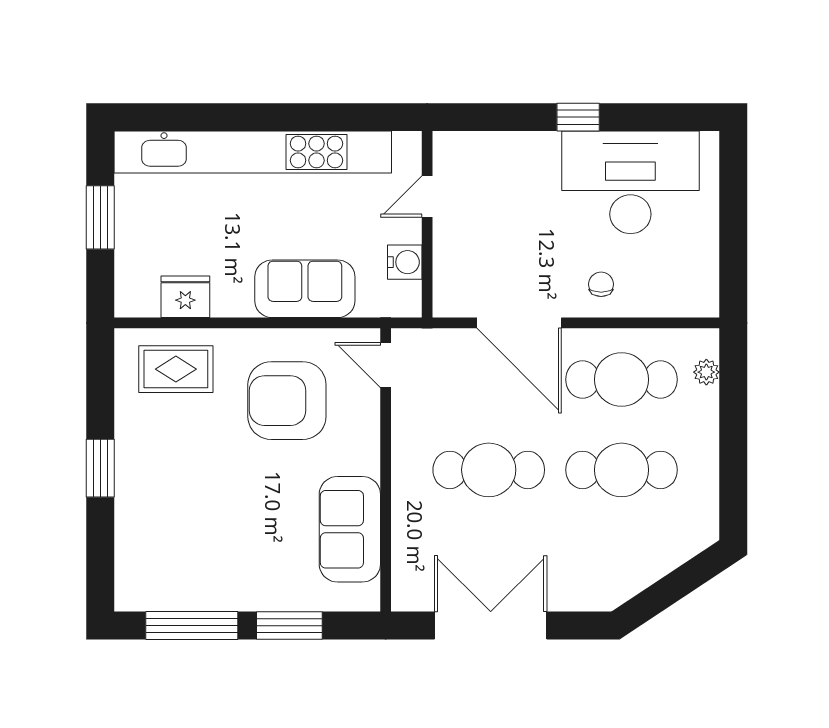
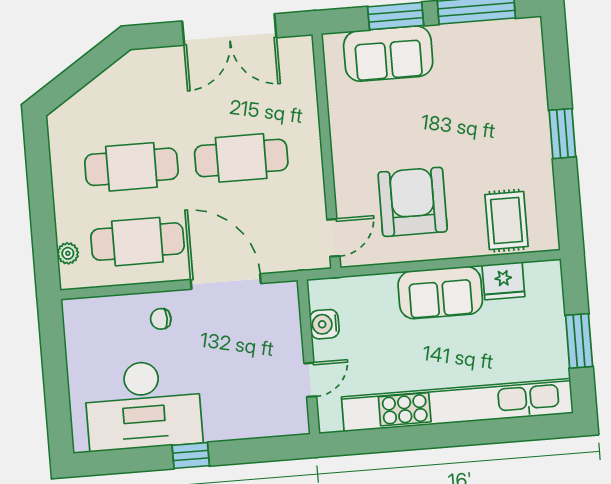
chair: (601, 284) -> (161, 319), turned 90
sofa: (305, 289) -> (440, 293), moved
door: (386, 365) -> (333, 238), hinge flipped
rug: (176, 369) -> (506, 221), turned 90
armchair: (287, 401) -> (413, 202), turned -90
sofa: (350, 529) -> (388, 54), moved, turned 90

